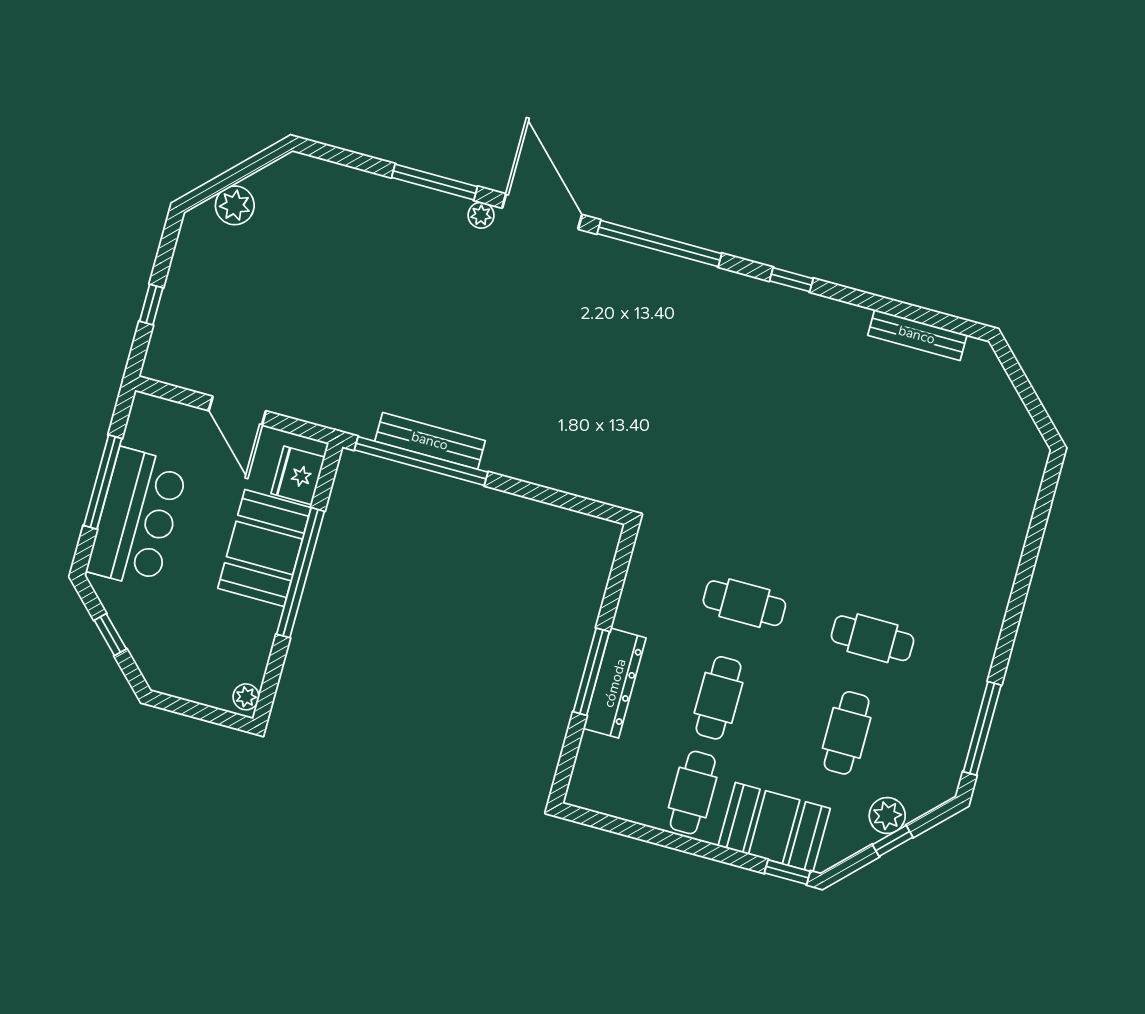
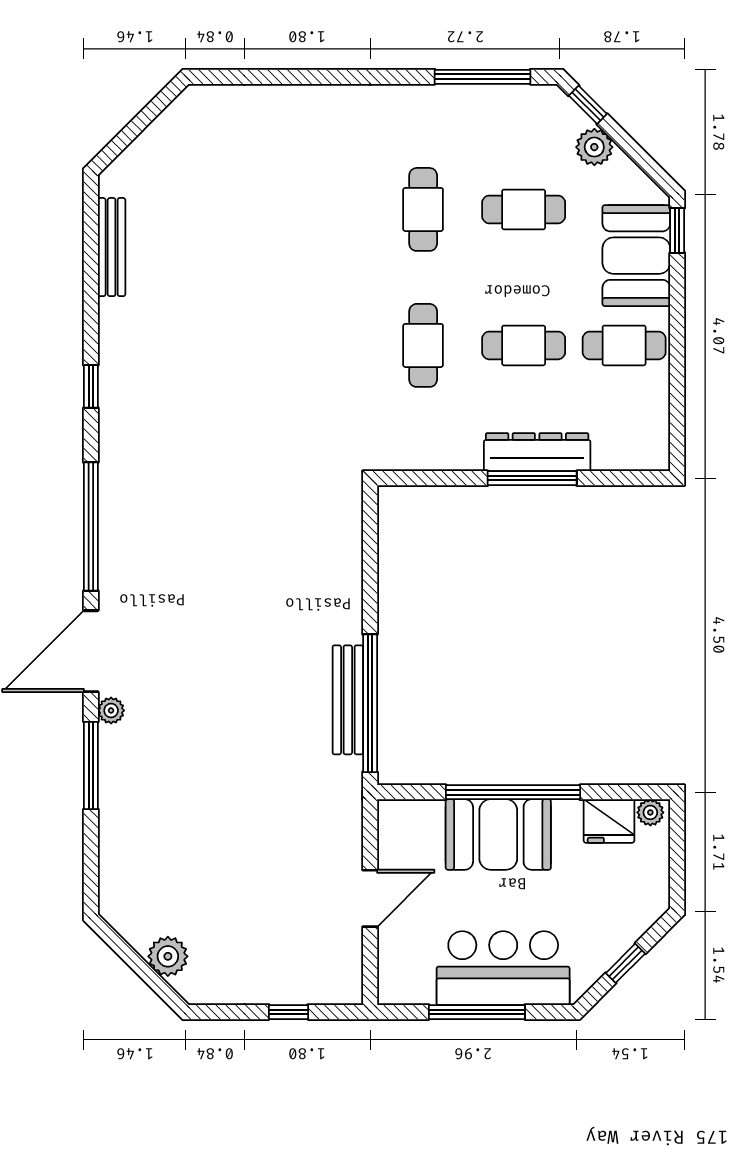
fridge: (298, 475) -> (609, 821), moved
window: (893, 841) -> (588, 105), moved

